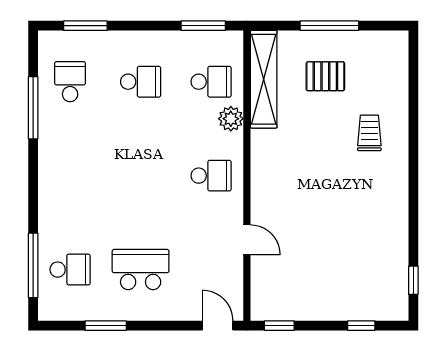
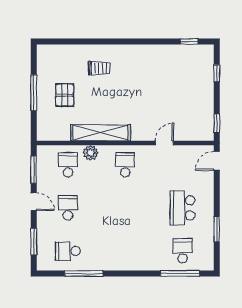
door: (151, 26) -> (34, 202), added
shelving: (264, 79) -> (101, 133), moved
trolley: (369, 133) -> (99, 68), turned 180

